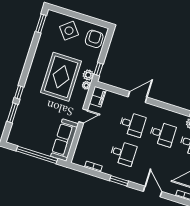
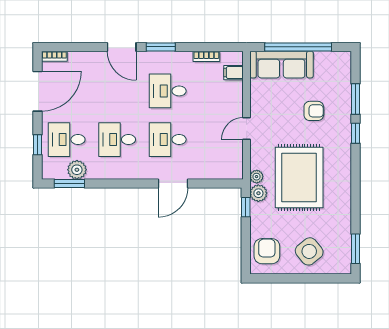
armchair: (94, 39) -> (267, 251), turned 180
filing cabinet: (98, 97) -> (233, 73), moved, width x0.50
armchair: (40, 114) -> (314, 111), added
sofa: (64, 140) -> (281, 65), moved, turned 90
door: (153, 191) -> (122, 47), moved

